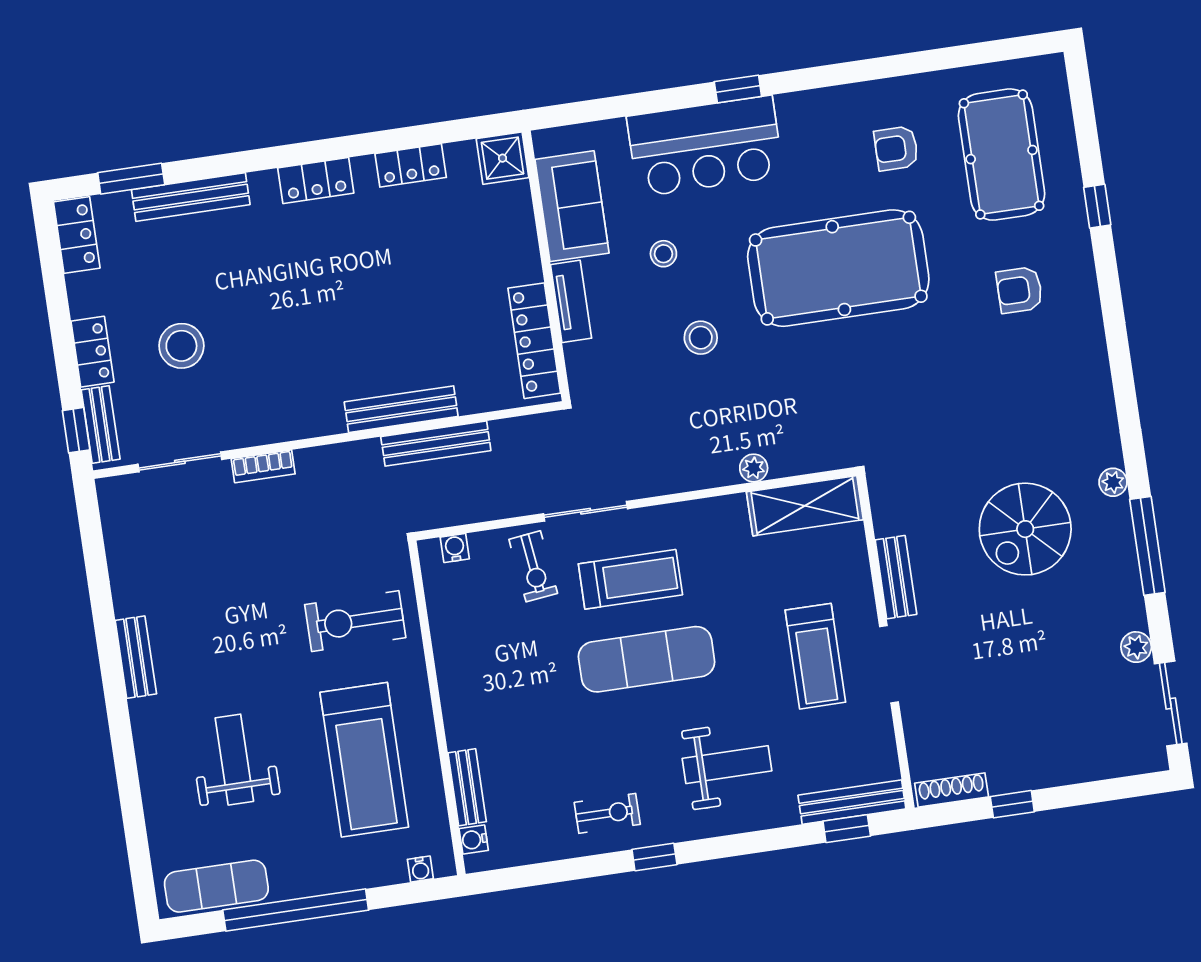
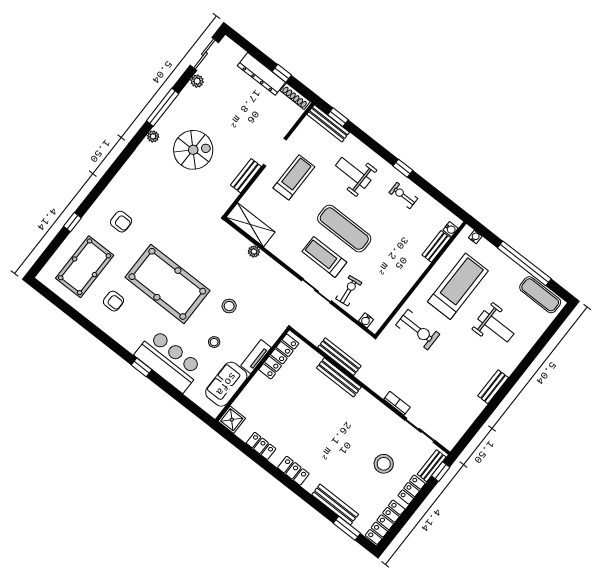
locker: (77, 235) -> (385, 522), width x1.53
weight bench: (234, 760) -> (496, 326), turned -90
dresser: (1044, 768) -> (261, 74), added

